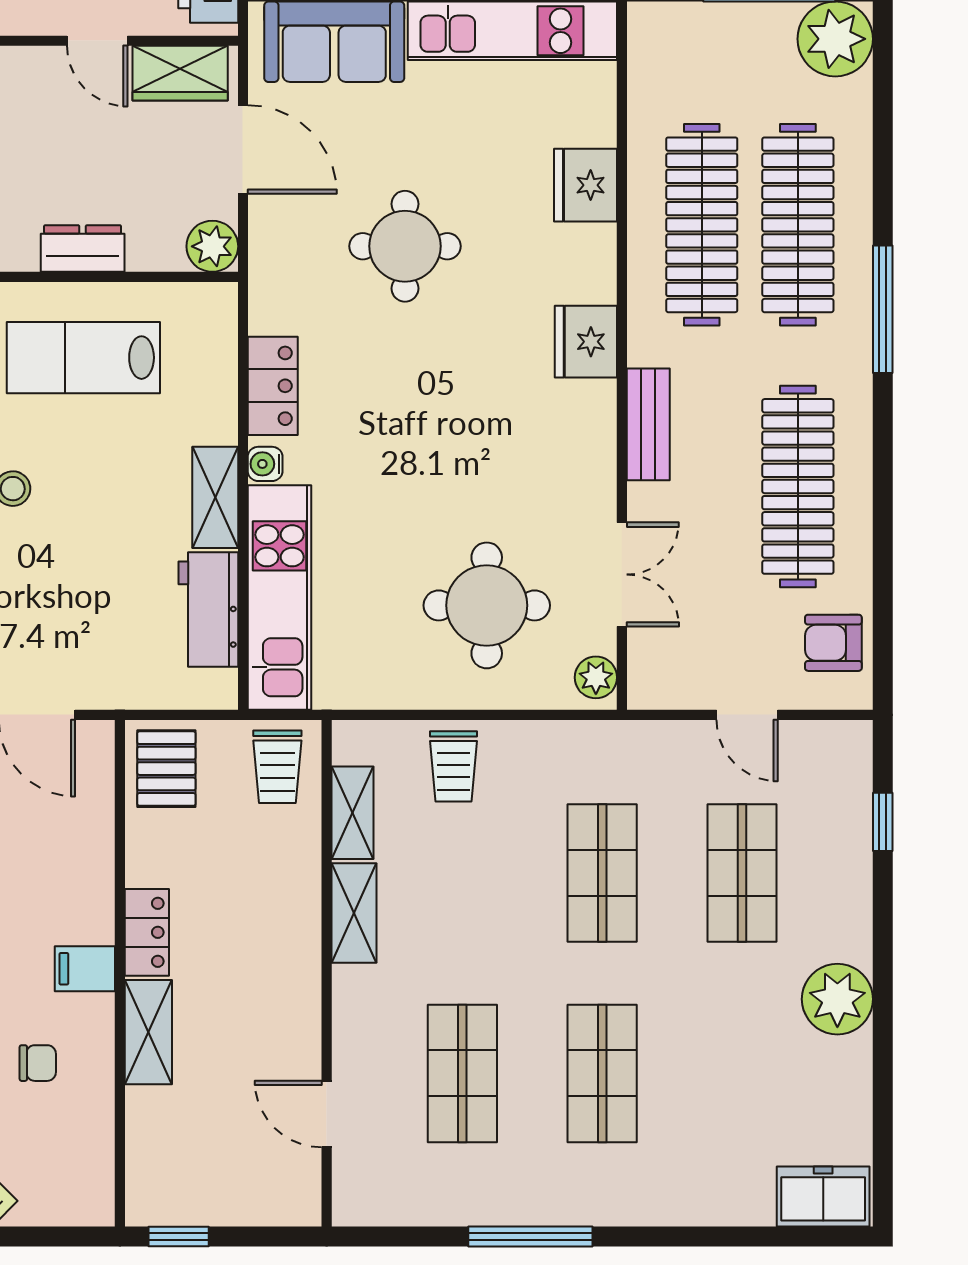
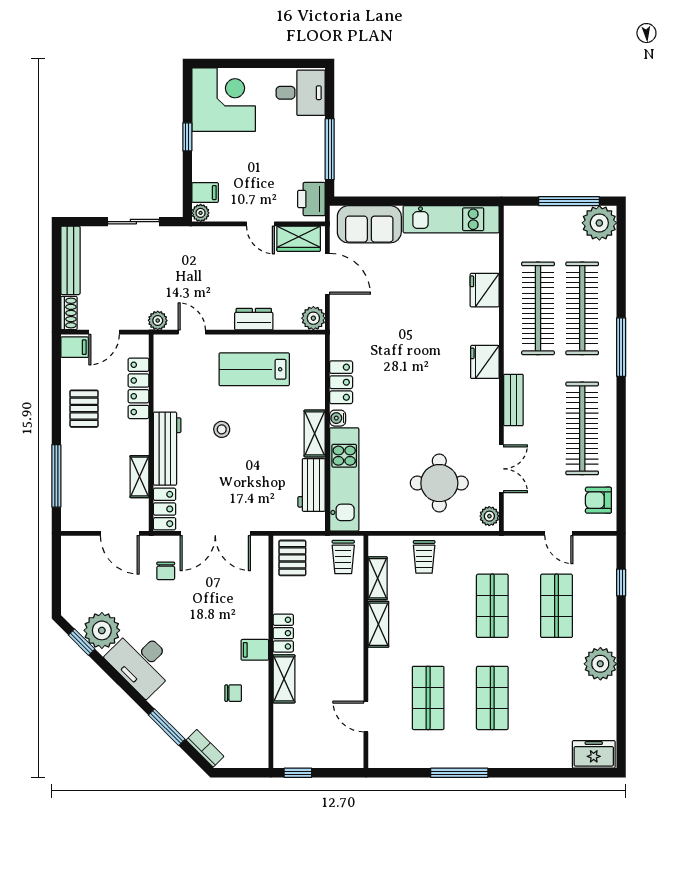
round table: (405, 246) -> (402, 318), removed

